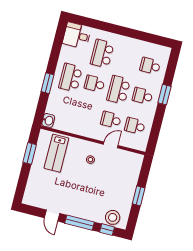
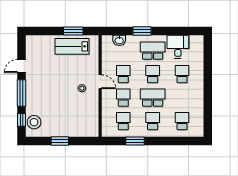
desk: (77, 35) -> (178, 47), moved
school desk: (102, 54) -> (182, 74), width x0.54
window: (164, 95) -> (135, 141), moved
school desk: (87, 114) -> (123, 74), added
washbasin: (48, 120) -> (119, 40), moved
door: (111, 145) -> (100, 82), moved
lab bench: (56, 153) -> (72, 46), moved

